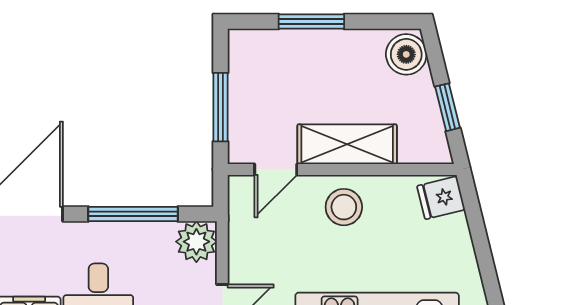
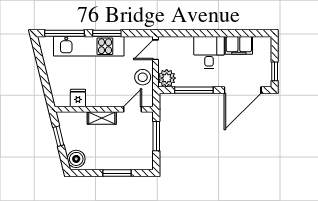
shelving: (347, 144) -> (102, 118), width x0.67, depth x0.75
fridge: (441, 198) -> (78, 98), moved, turned -76
stool: (344, 207) -> (143, 77), moved

